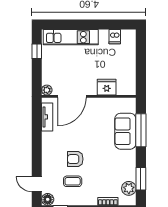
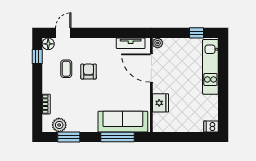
dishwasher: (115, 37) -> (211, 126), moved
sofa: (125, 131) -> (123, 122), width x1.36

